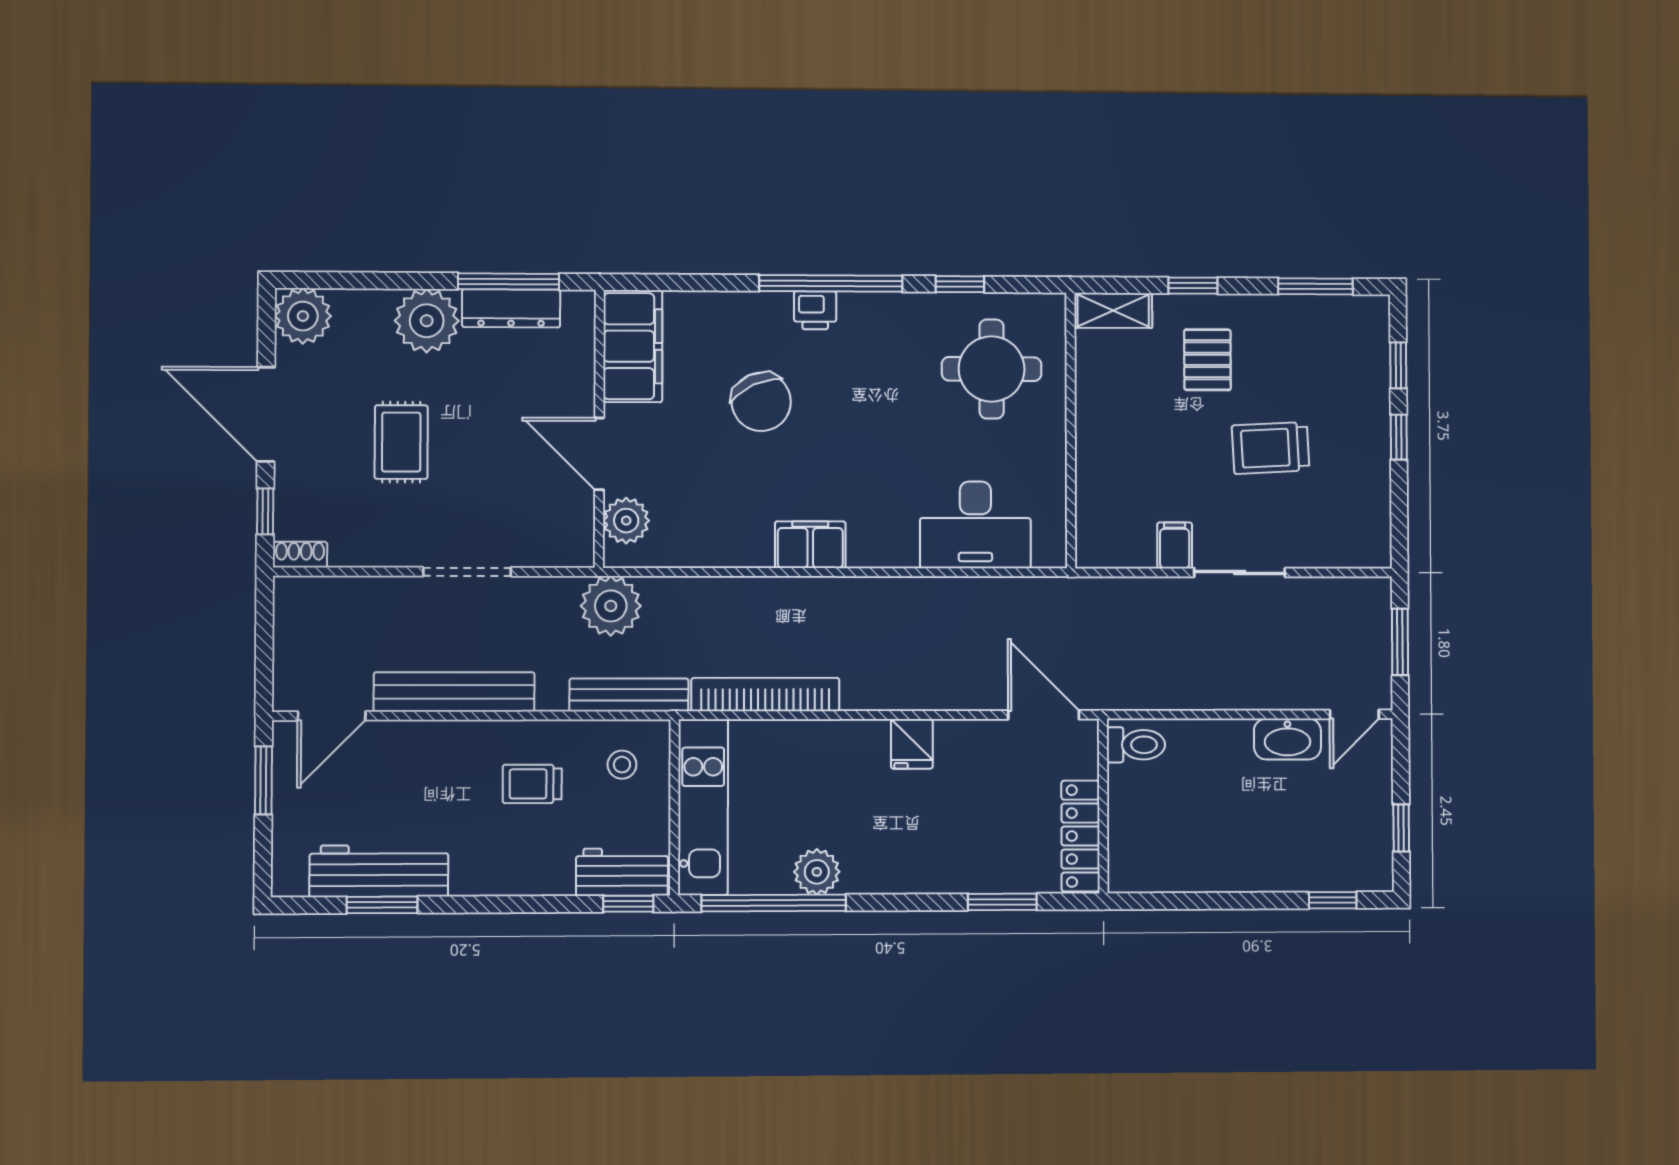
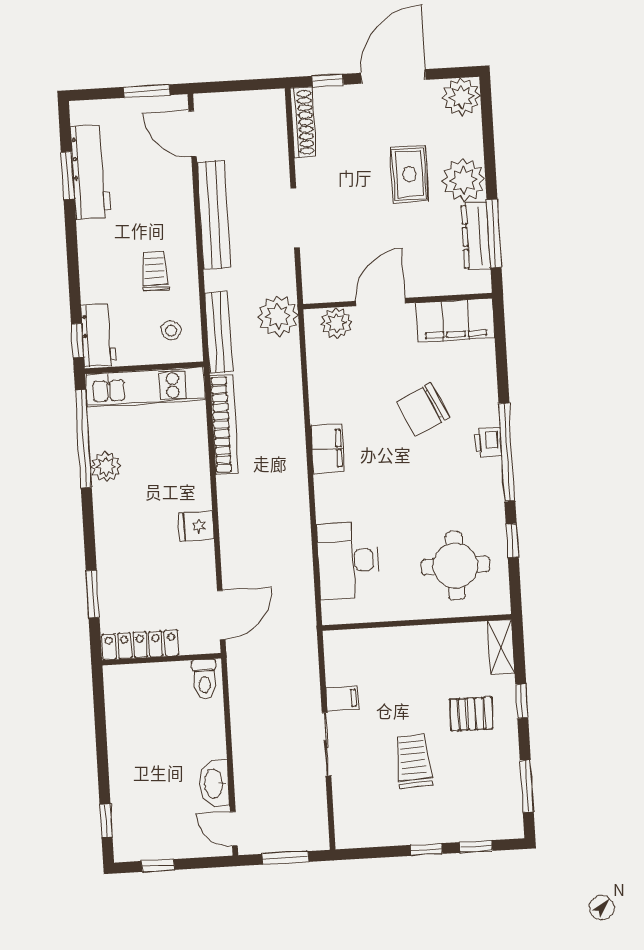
rug: (401, 442) -> (409, 174), moved, turned 90
shoe rack: (300, 555) -> (303, 122), width x1.94, depth x1.24

